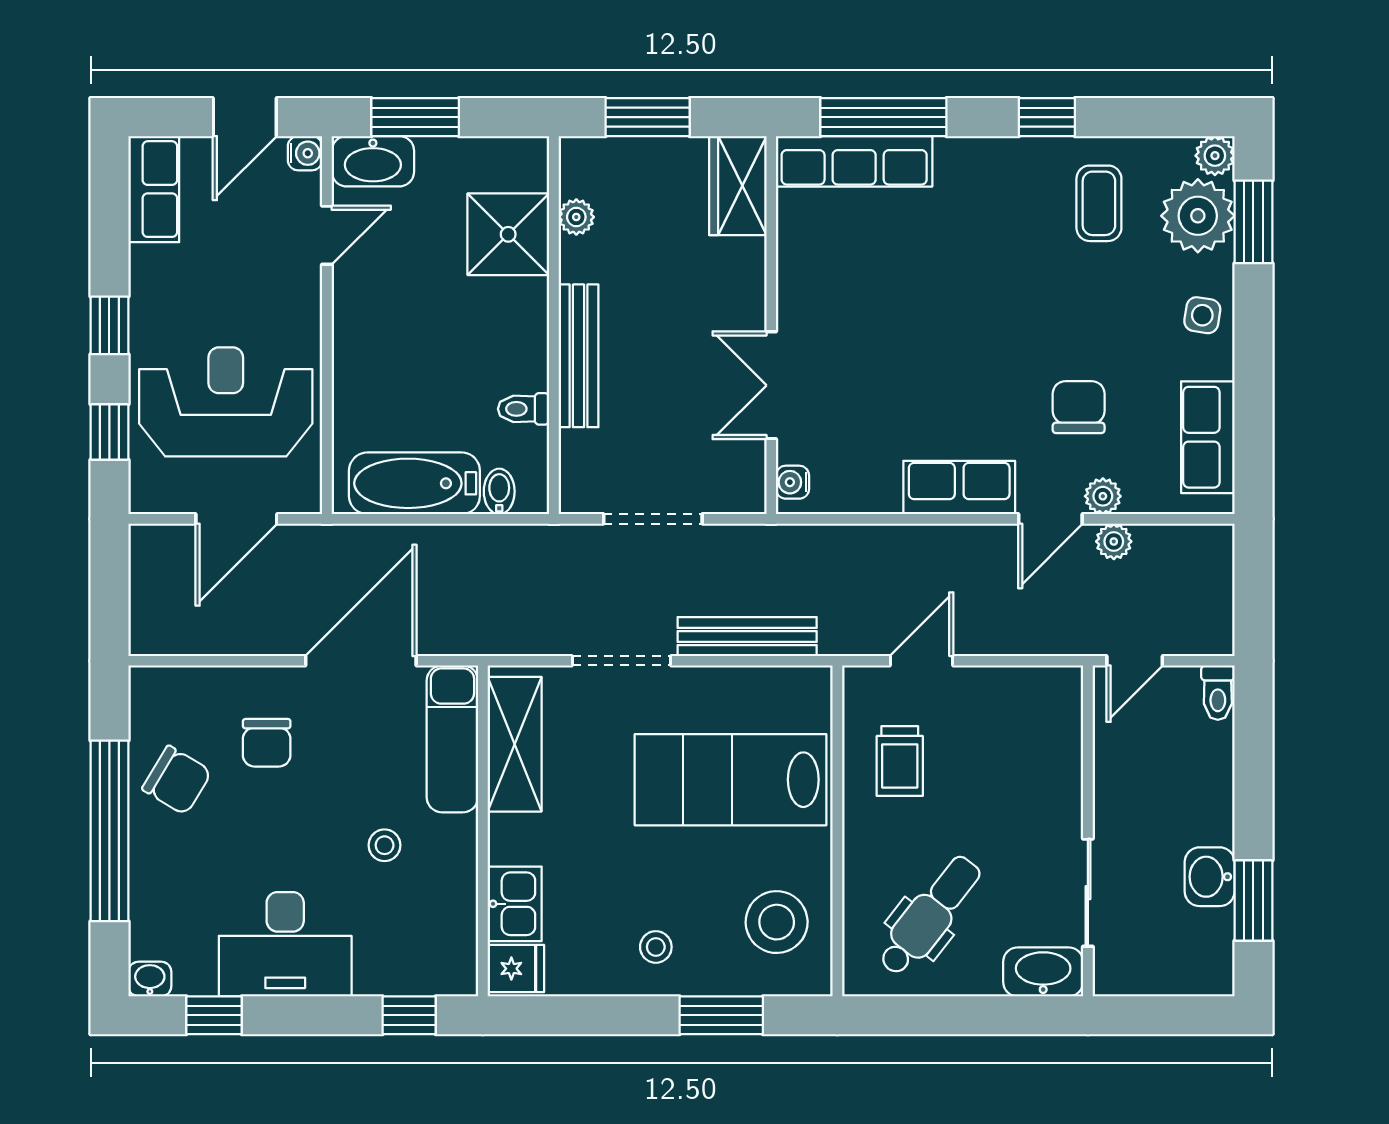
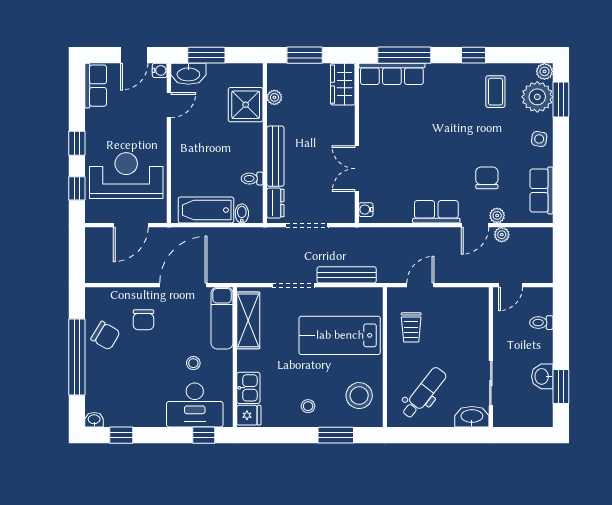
dresser: (579, 467) -> (275, 203), added
toilet: (1218, 693) -> (541, 323), moved, turned 90
desk: (285, 944) -> (195, 405), moved

